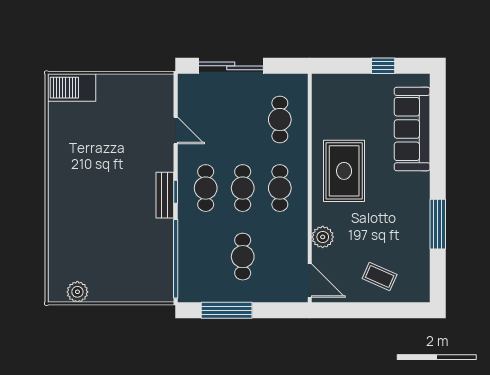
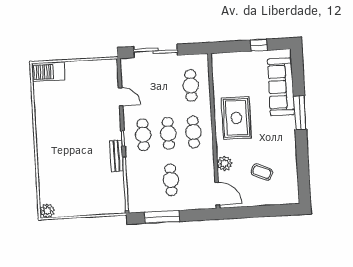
bench: (165, 195) -> (117, 156), moved
window: (438, 224) -> (300, 113), moved
coffee table: (380, 276) -> (262, 172), moved
plant: (77, 292) -> (47, 211), moved

